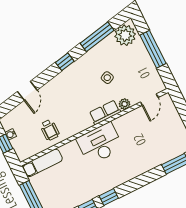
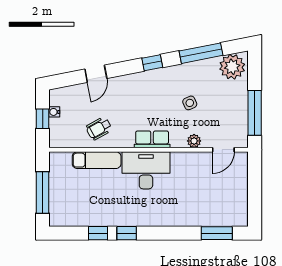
window: (153, 49) -> (255, 113), moved
row of seats: (105, 112) -> (152, 139), moved
wheelchair: (50, 130) -> (99, 128), turned 61
exam couch: (42, 163) -> (97, 160), moved

